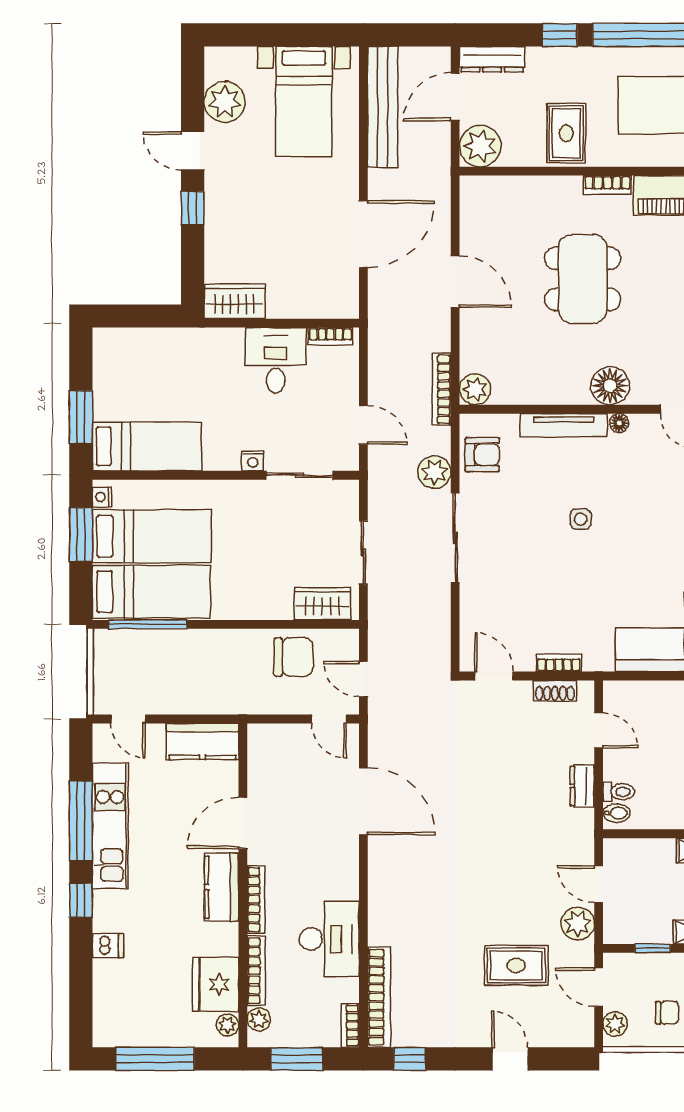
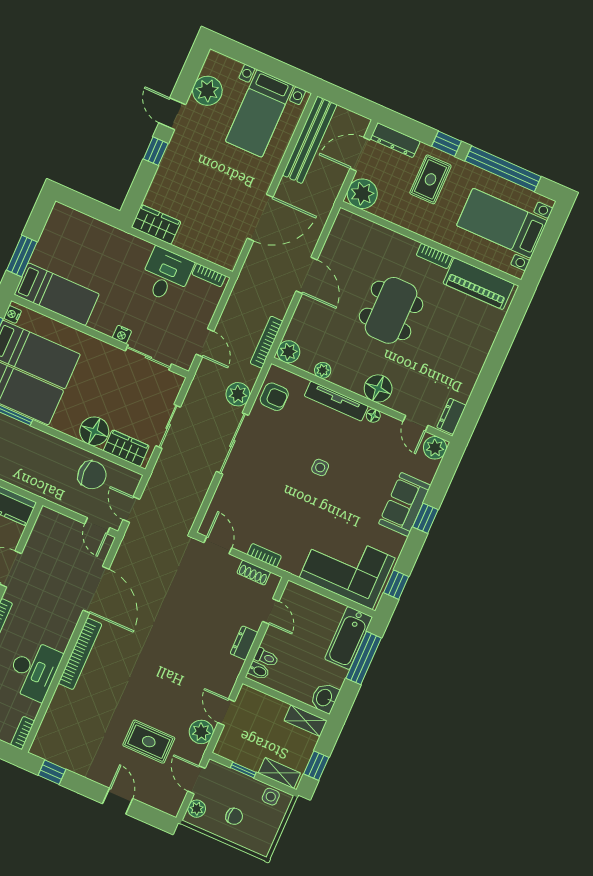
rug: (566, 133) -> (430, 179), moved
plant: (529, 394) -> (323, 370), added
floor lamp: (272, 600) -> (94, 431), added
bookcase: (379, 997) -> (80, 654), moved

